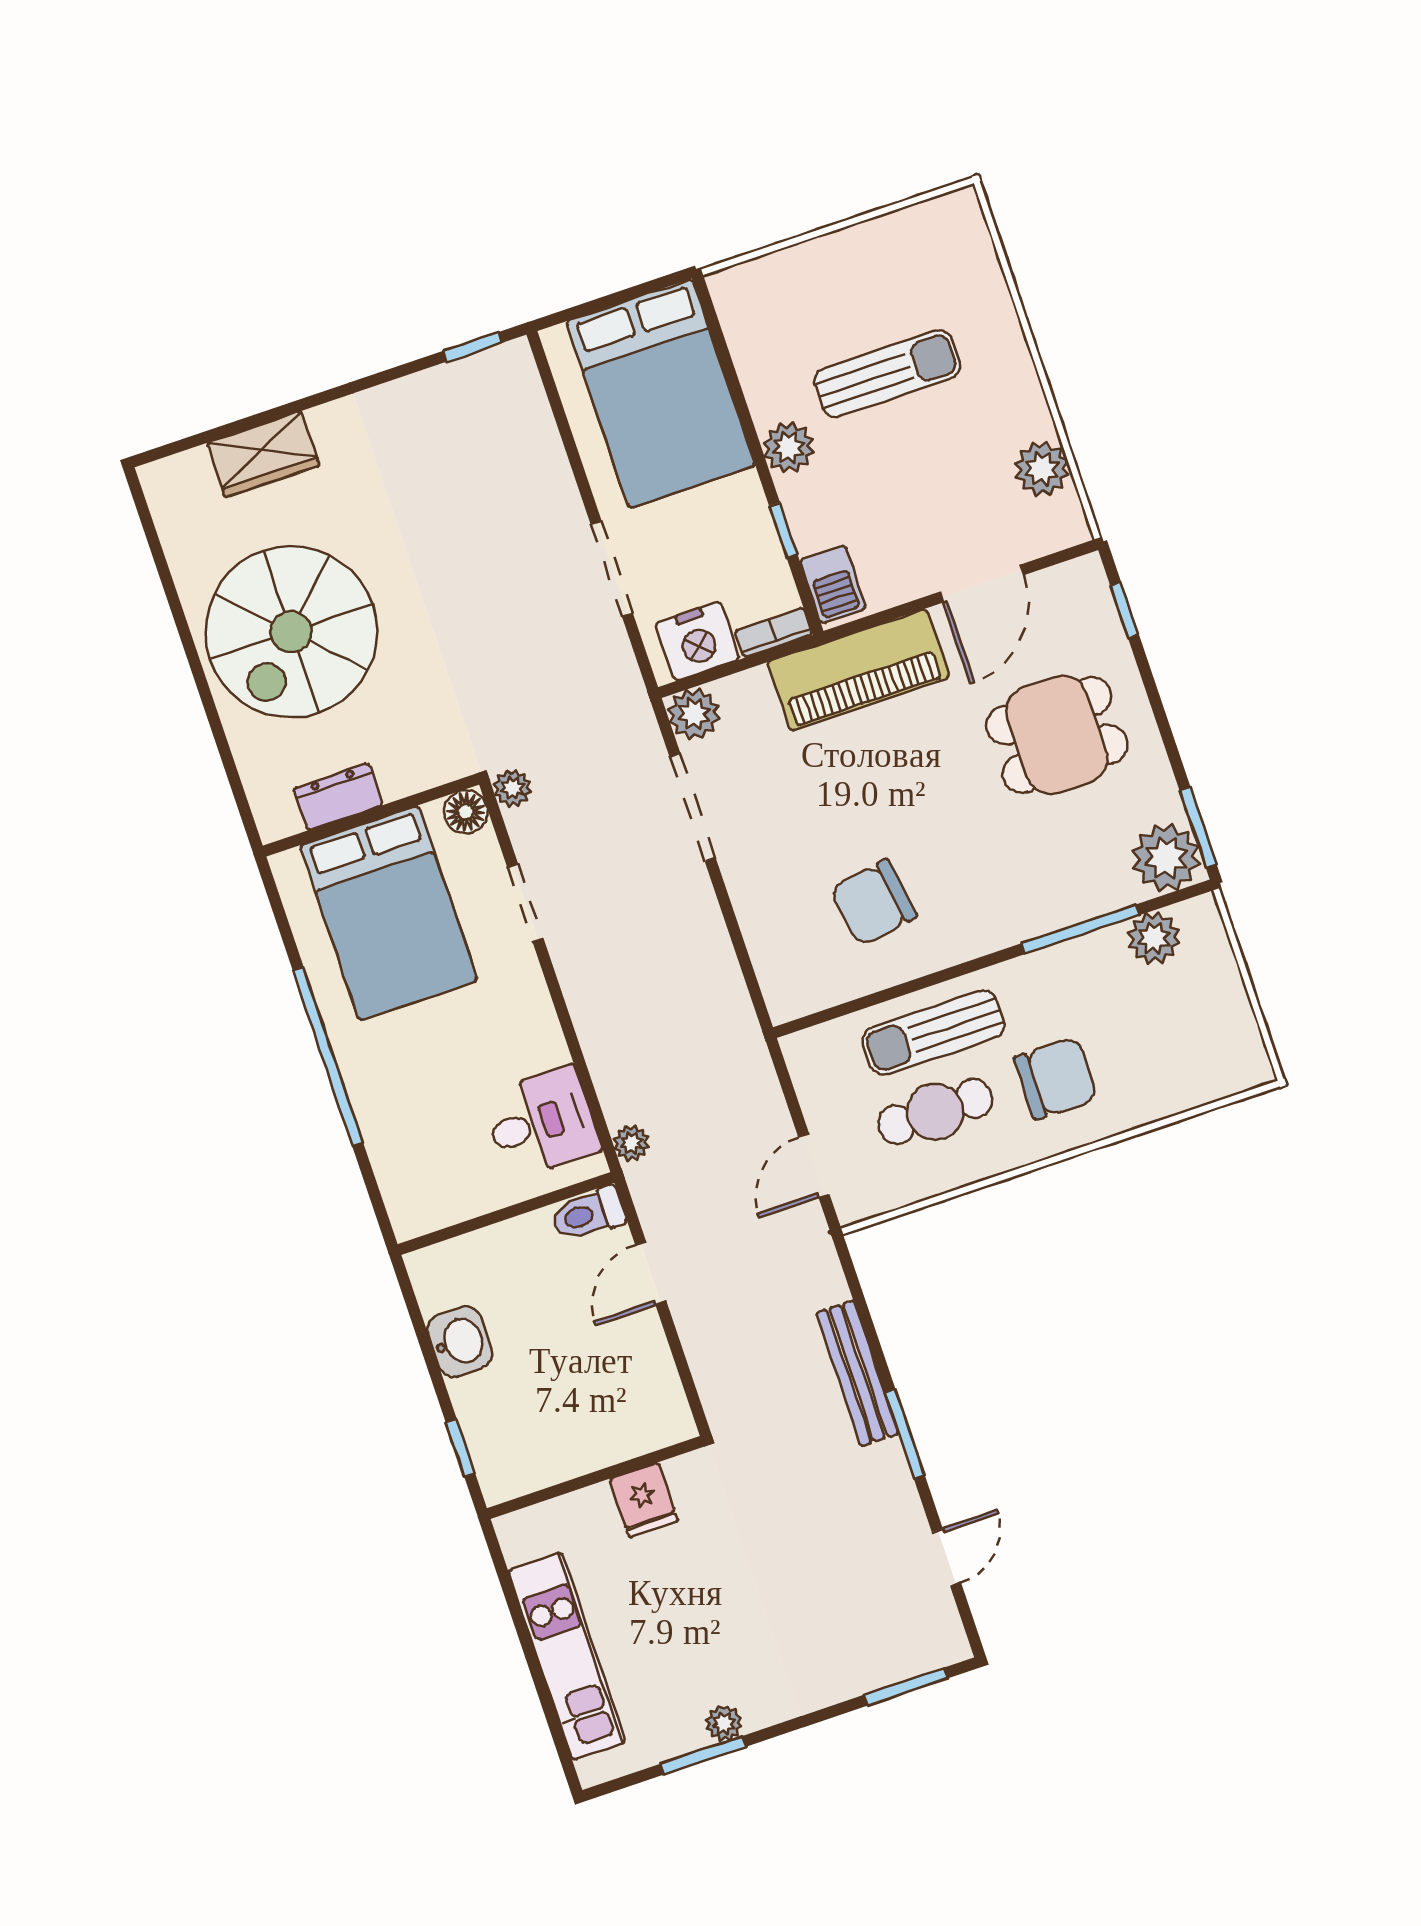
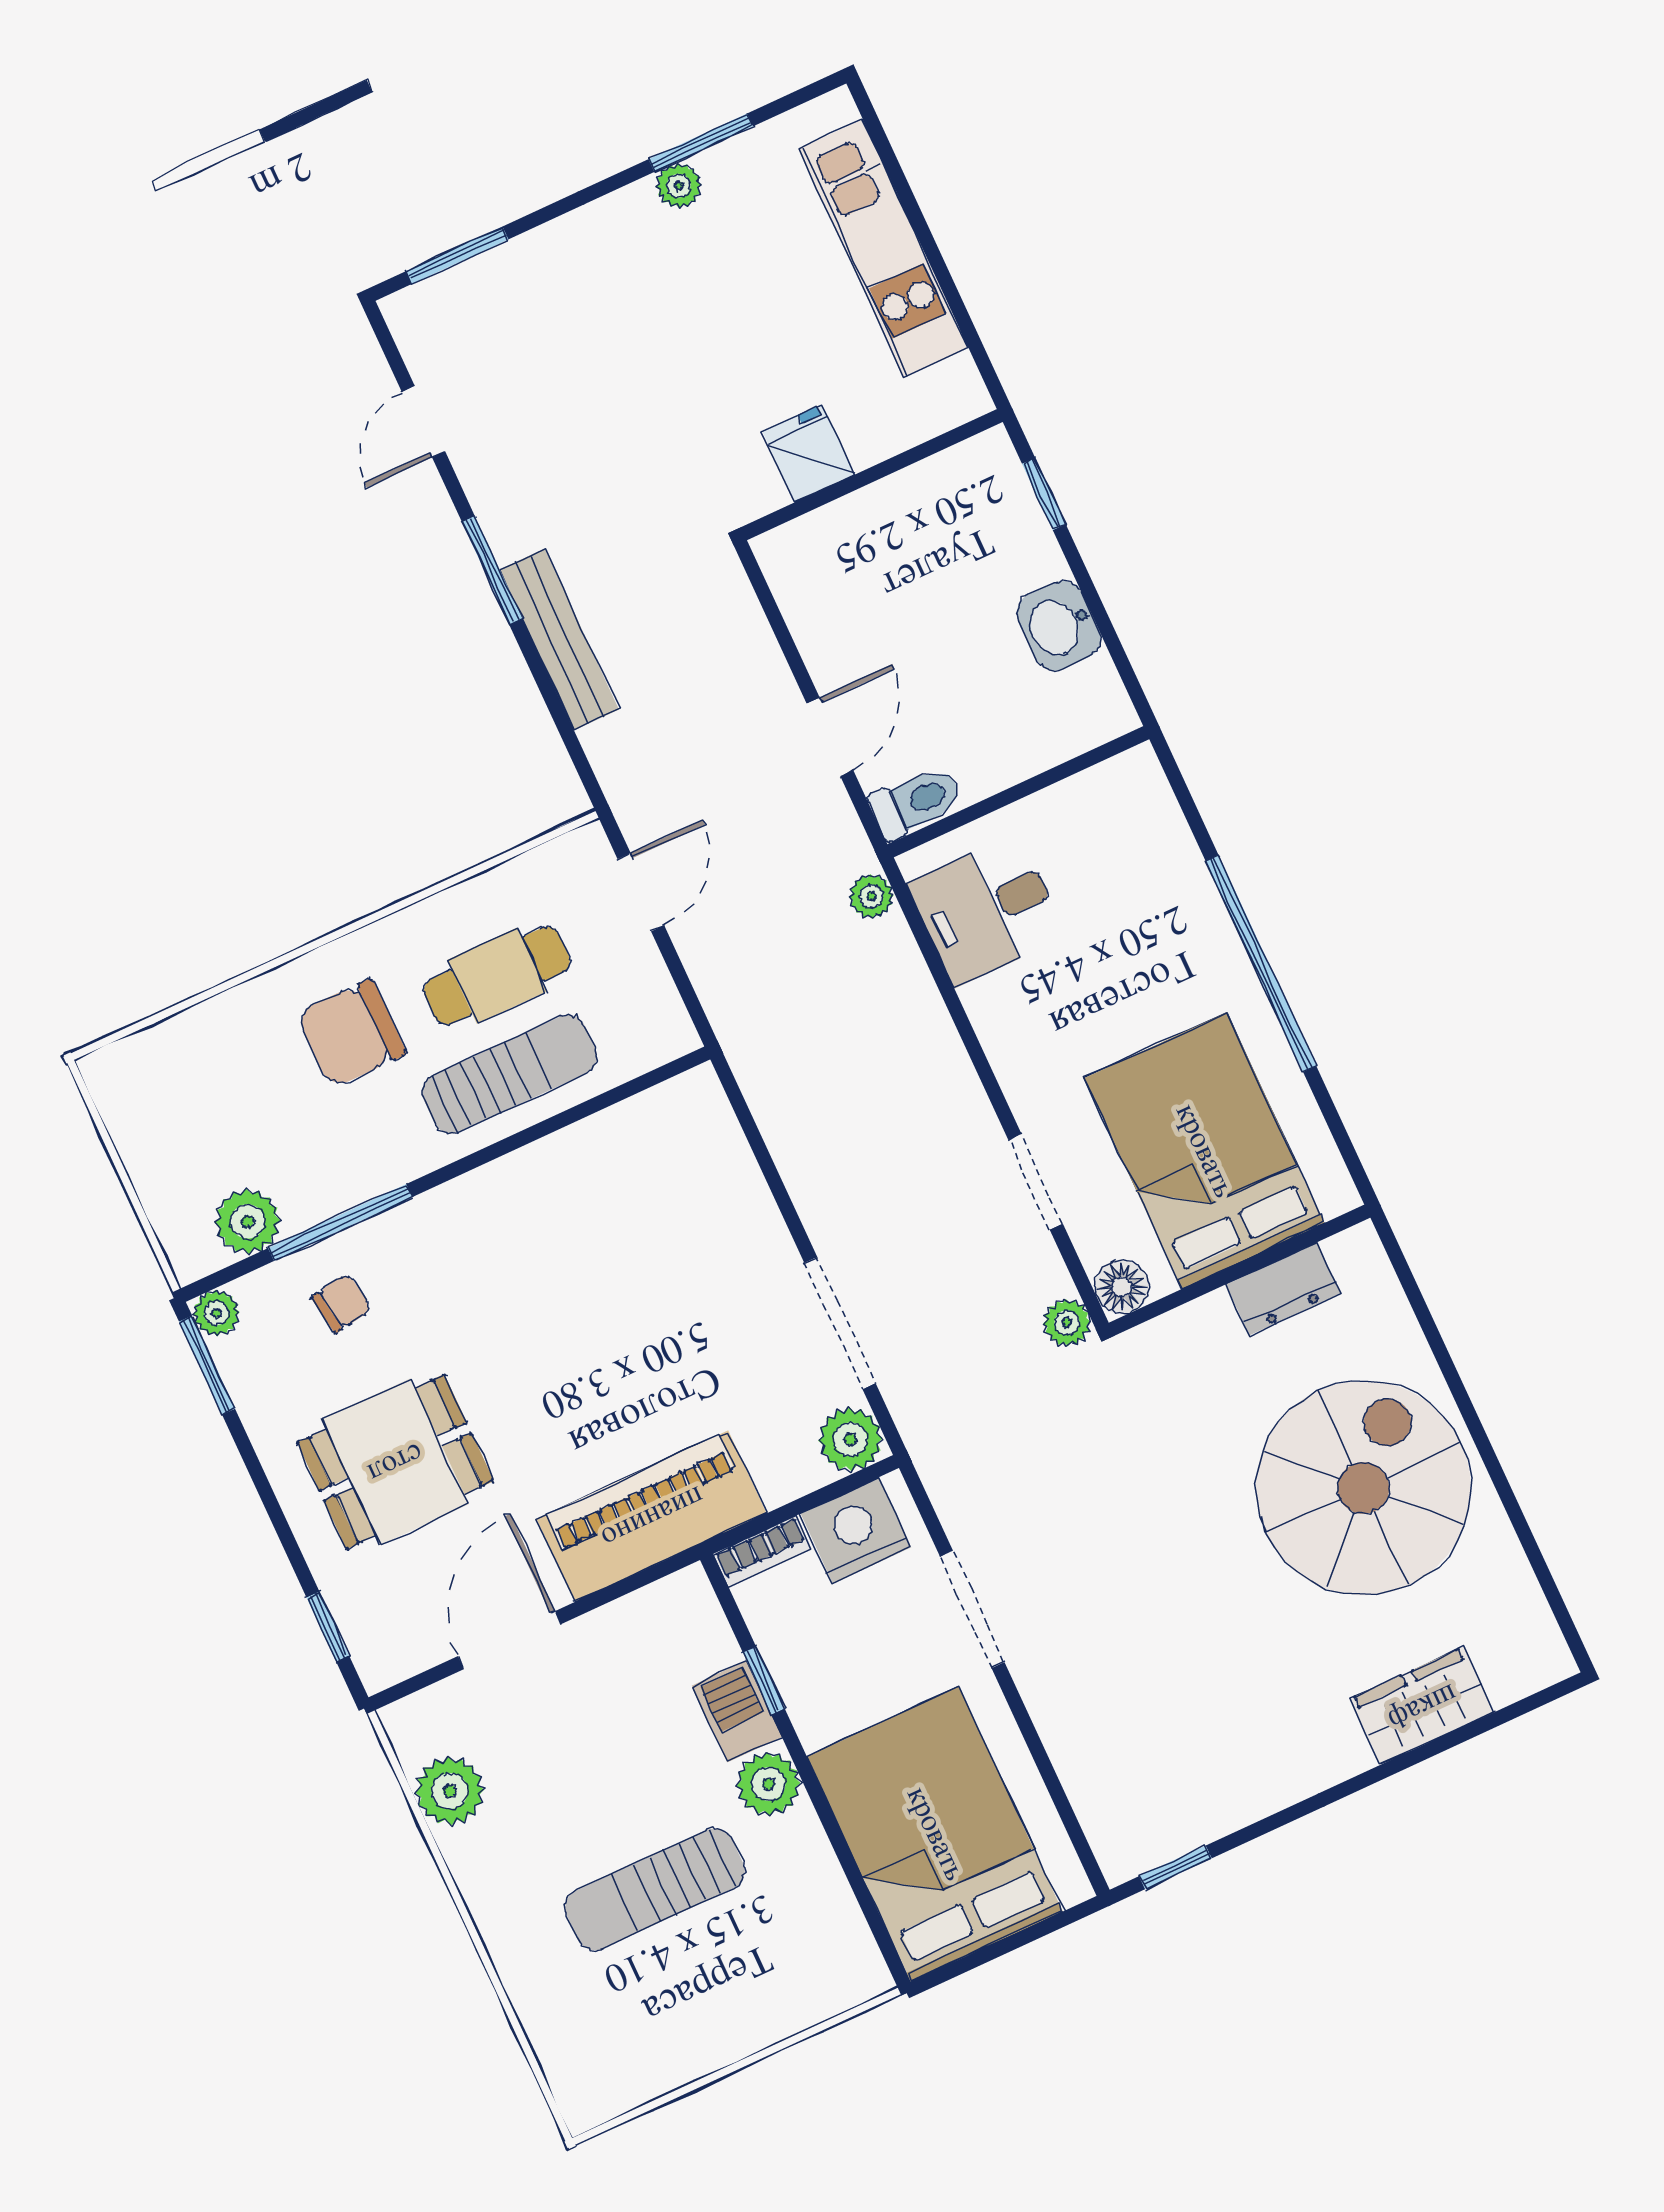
barbecue: (833, 584) -> (737, 1711), moved
plant: (1166, 858) -> (216, 1313), width x0.53, depth x0.53
chair: (873, 903) -> (341, 1303), moved, width x0.54, depth x0.54

